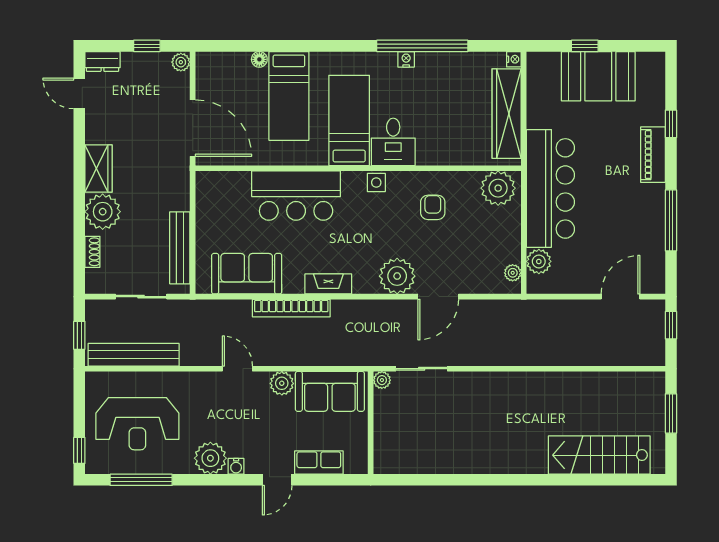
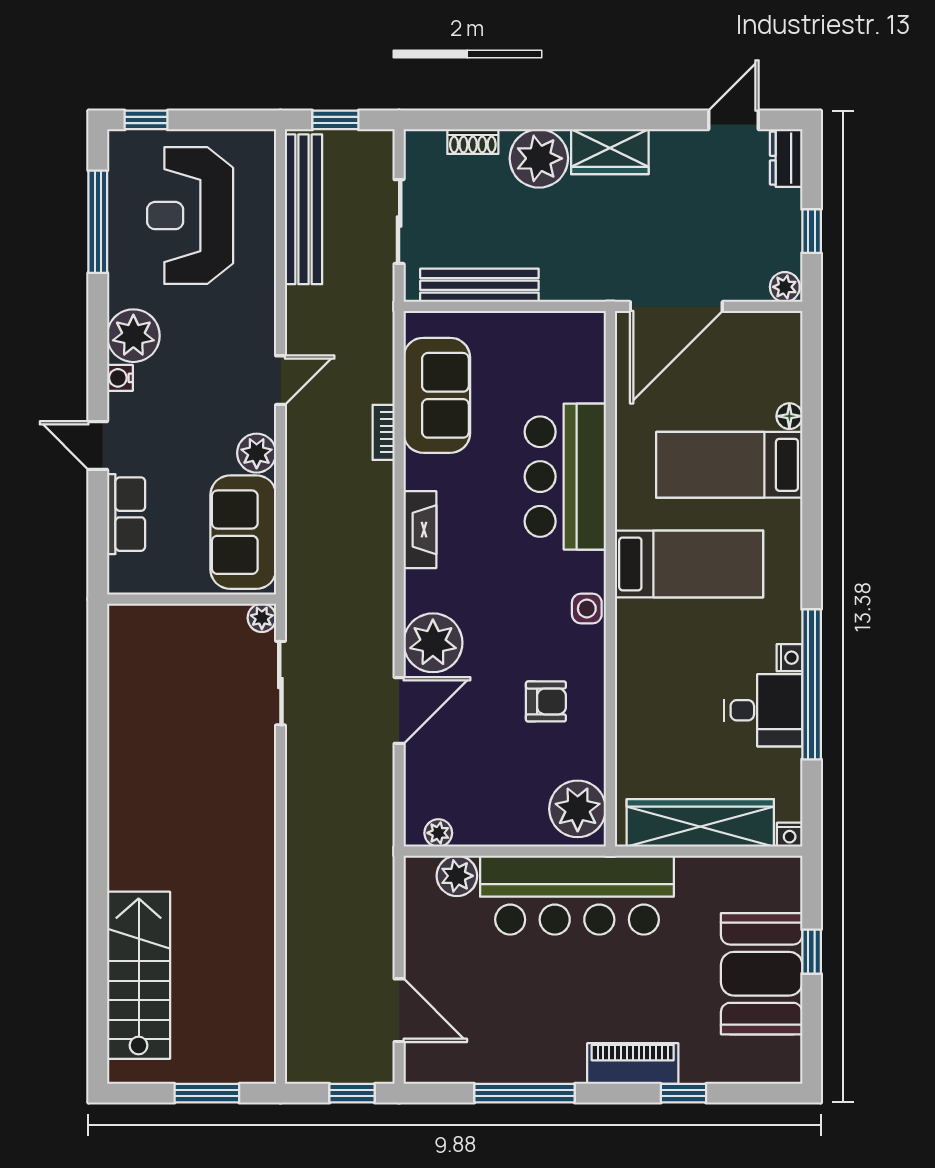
desk: (393, 142) -> (763, 710), moved, turned 180
door: (438, 297) -> (399, 710), swing flipped
bookcase: (291, 308) -> (384, 432), width x0.43, depth x0.76

